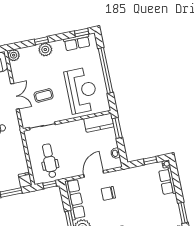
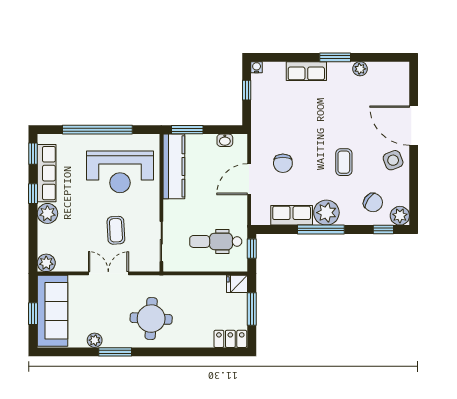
window: (41, 41) -> (33, 194), moved
row of seats: (77, 43) -> (47, 173), width x1.48
reception desk: (81, 90) -> (120, 172), turned 180
kitchen counter: (99, 123) -> (174, 166), width x1.50
door: (94, 174) -> (249, 179), hinge flipped
row of seats: (167, 182) -> (306, 71), moved
row of seats: (75, 199) -> (292, 215), width x0.68

